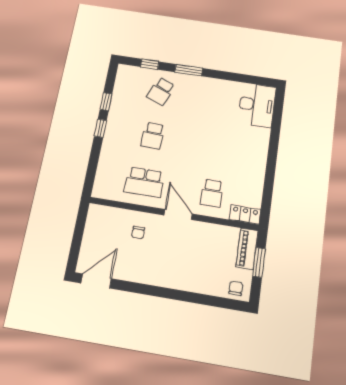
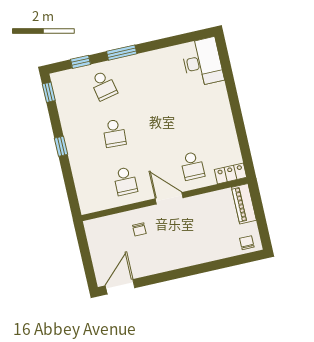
school desk: (161, 91) -> (104, 85), turned -33
window: (106, 102) -> (49, 92), moved
school desk: (144, 182) -> (125, 181), width x0.54
window: (259, 262) -> (259, 212), removed

